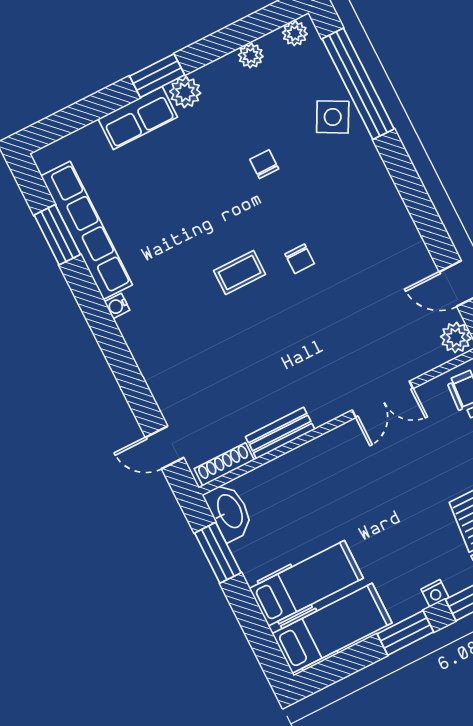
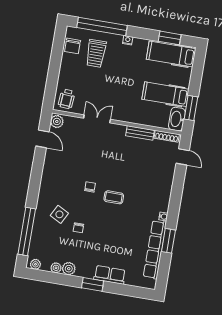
plant: (185, 92) -> (69, 269), moved
side table: (333, 117) -> (59, 214), moved
window: (57, 235) -> (168, 241), moved
hospital bed: (306, 583) -> (165, 94), moved
window: (405, 633) -> (170, 38), moved

